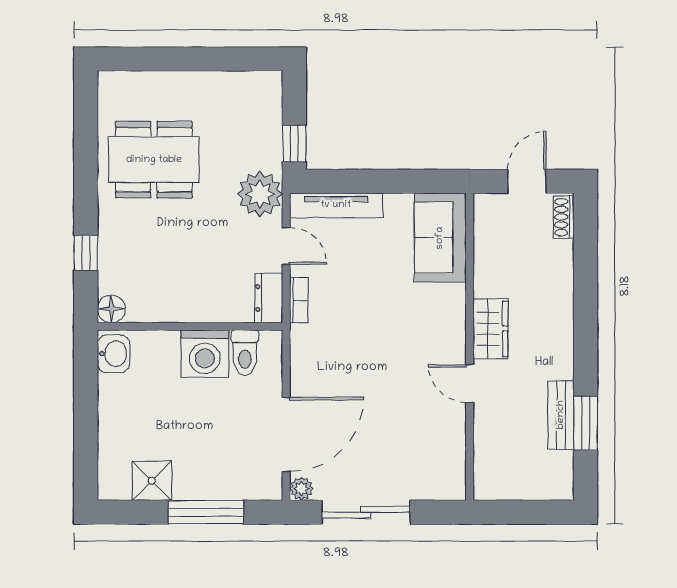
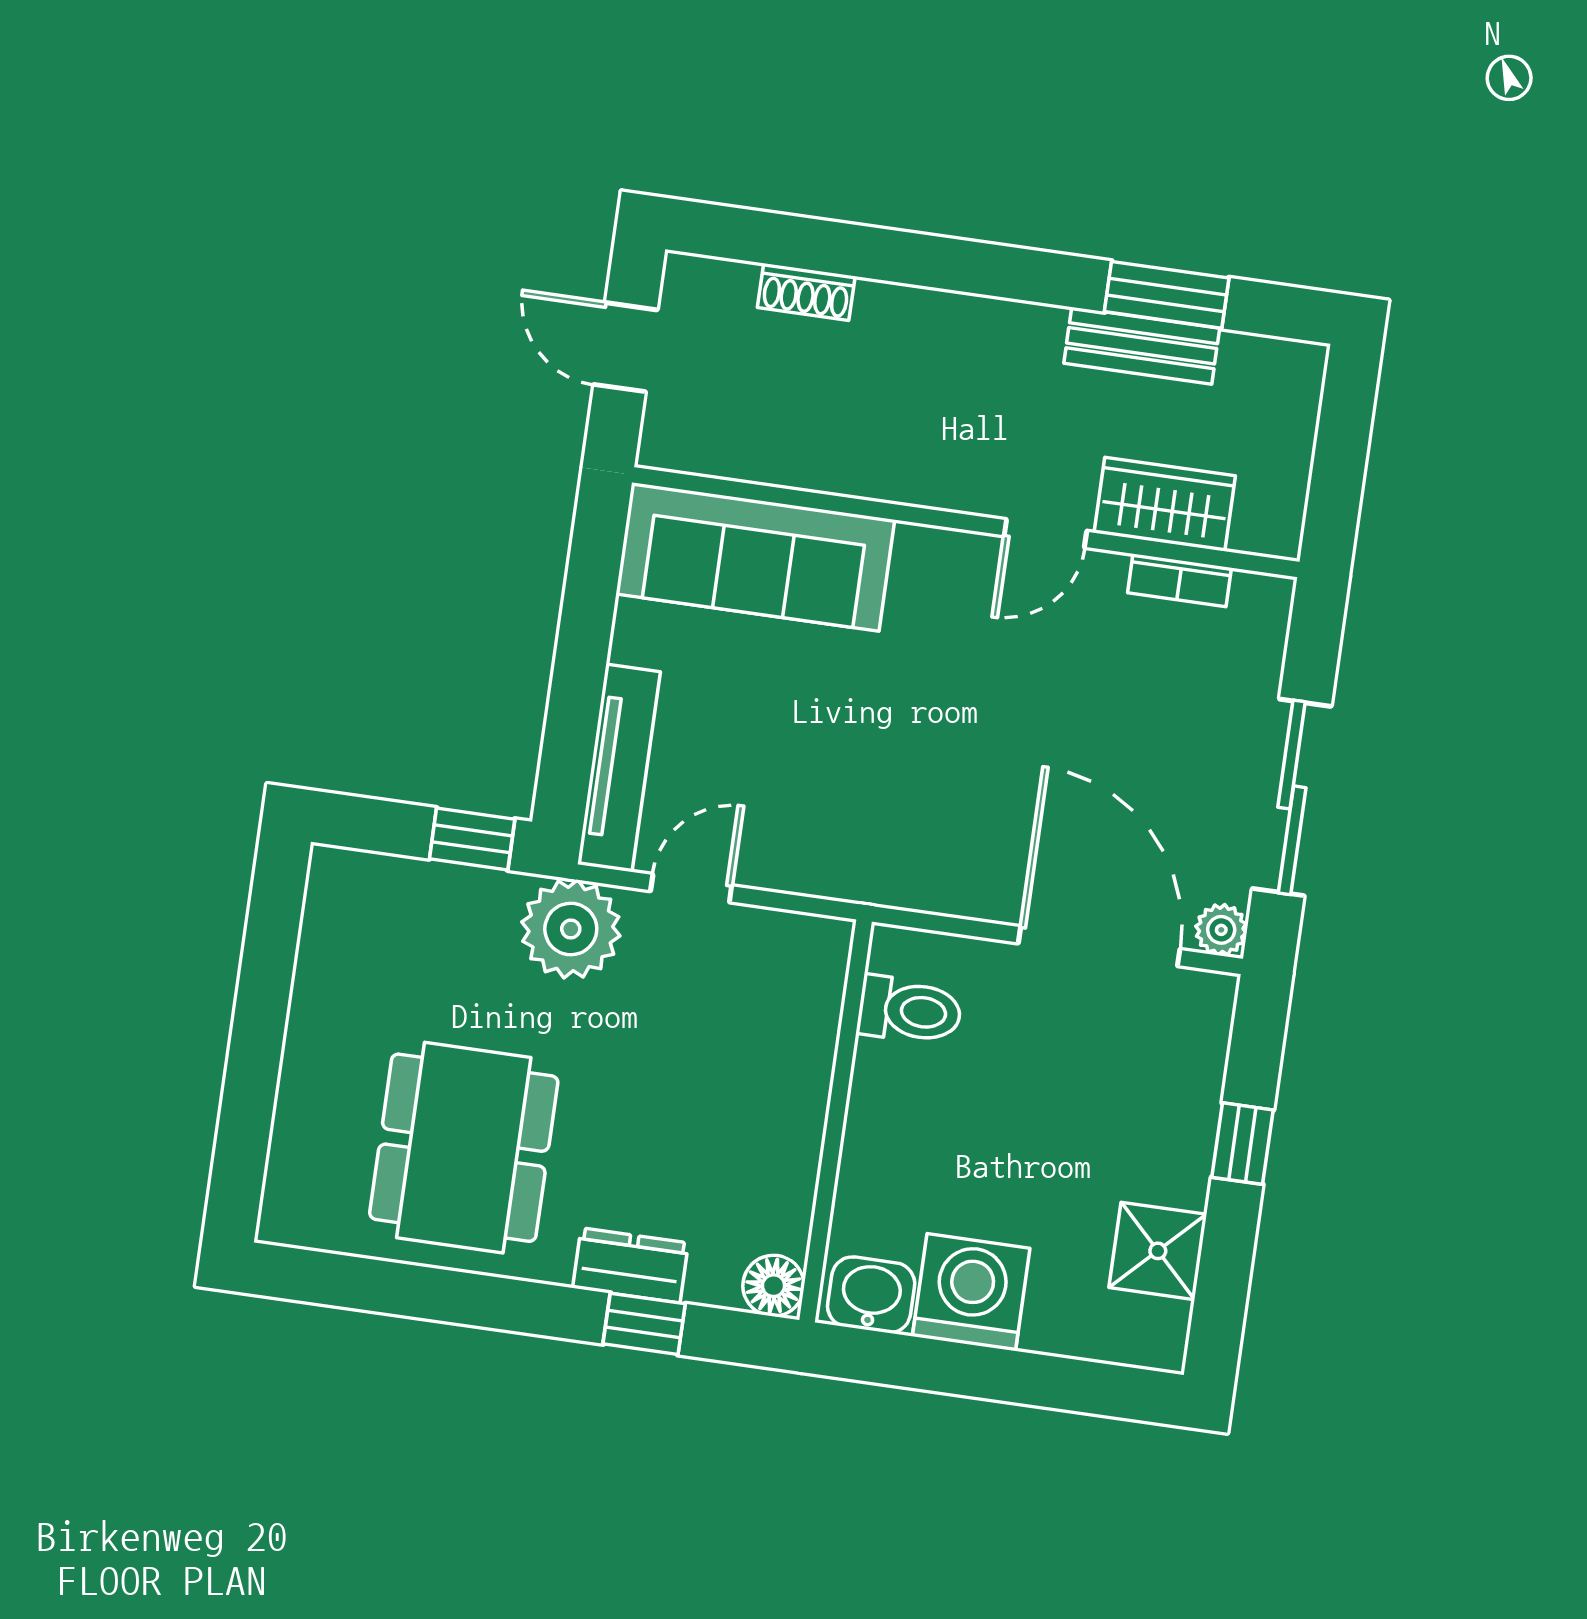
shoe rack: (564, 217) -> (806, 292), moved
sofa: (440, 238) -> (755, 557), width x1.36
dresser: (269, 298) -> (631, 1265), moved, turned 180
bookcase: (299, 300) -> (1179, 580), moved, turned 180
wardrobe: (491, 329) -> (1165, 504), moved
washing machine: (205, 354) -> (971, 1292), moved, turned -90
window: (206, 512) -> (1243, 1144), width x0.46

